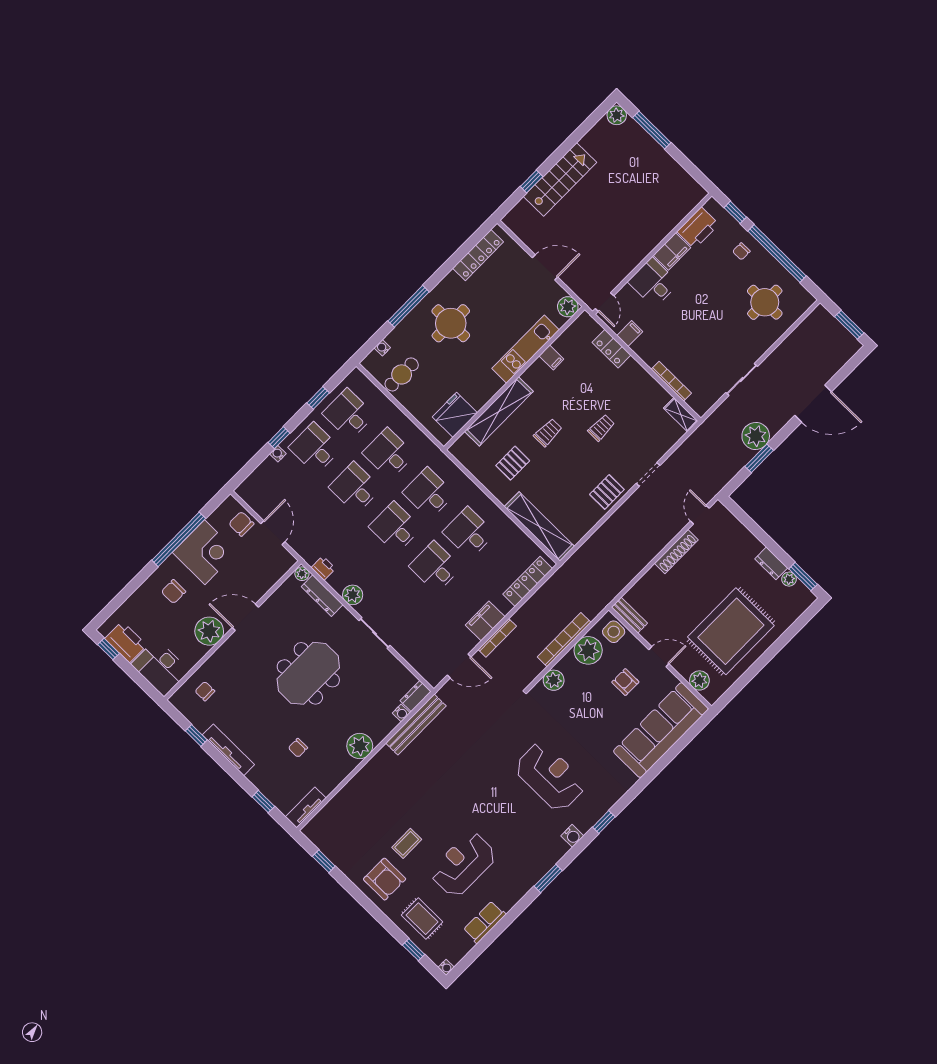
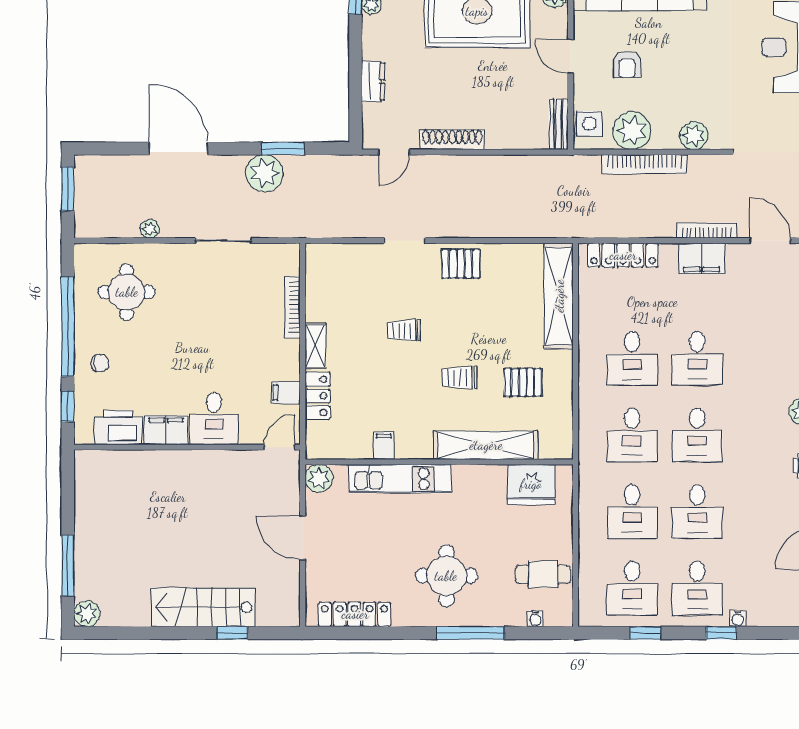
plant: (786, 347) -> (150, 229), added
shelving: (681, 415) -> (315, 346), moved
dresser: (771, 563) -> (373, 82), moved

